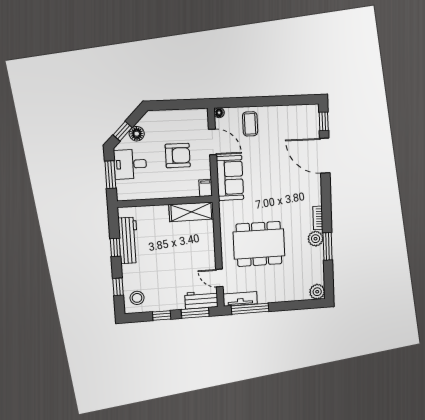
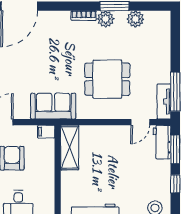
sofa: (230, 178) -> (53, 106), moved
dining table: (259, 244) -> (107, 79), width x0.73
plant: (317, 292) -> (135, 19), moved

